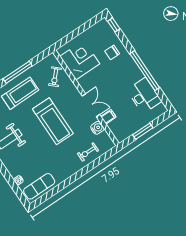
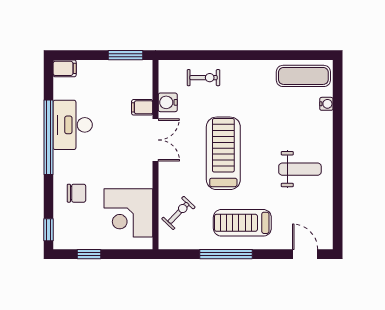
window: (85, 26) -> (89, 254), added
desk: (144, 96) -> (73, 125), moved
double door: (91, 105) -> (156, 140), swing flipped
filing cabinet: (160, 110) -> (65, 68), added
window: (143, 131) -> (125, 55), moved

